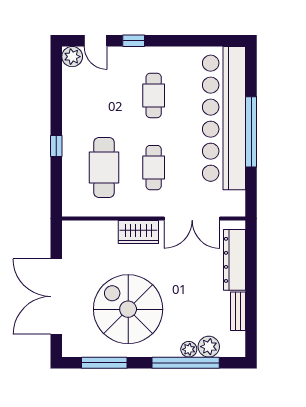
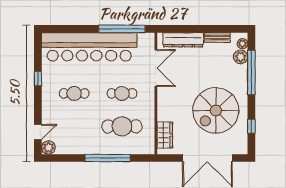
window: (134, 41) -> (38, 79), moved
window: (251, 132) -> (122, 29), moved
window: (56, 146) -> (108, 158), width x3.17
wardrobe: (138, 232) -> (165, 135), moved
plant: (189, 349) -> (242, 44), moved
window: (104, 363) -> (251, 126), width x0.46

